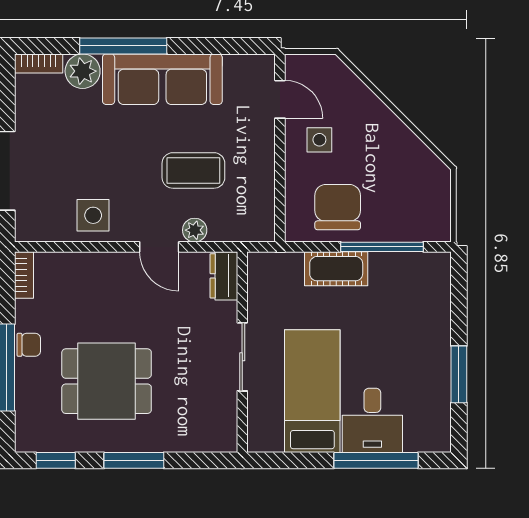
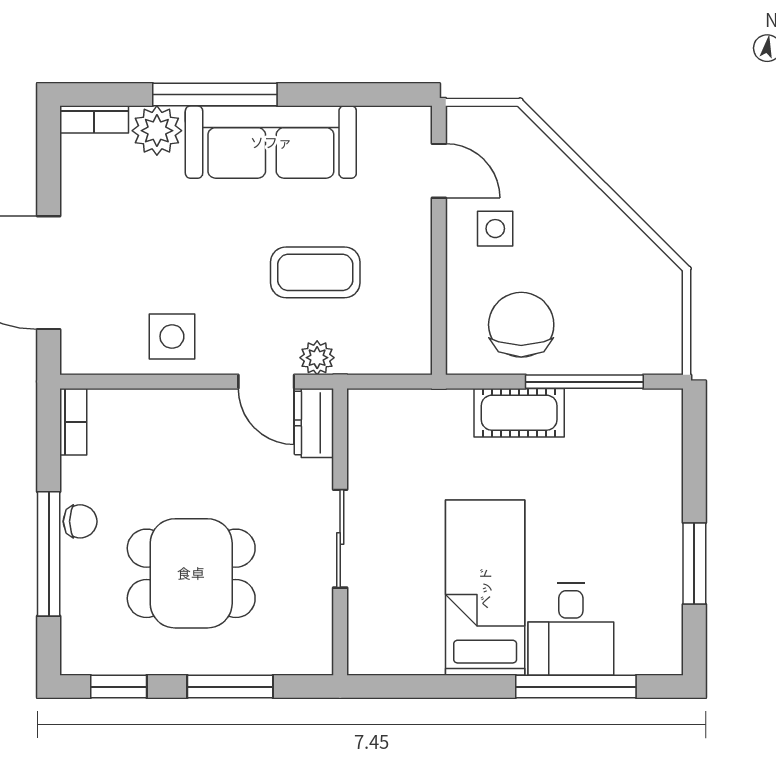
dresser: (224, 276) -> (314, 423), moved
wall: (242, 352) -> (340, 532), moved
sliding door: (242, 357) -> (340, 539), moved

